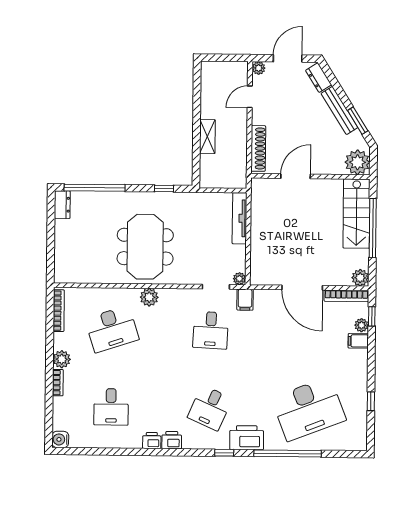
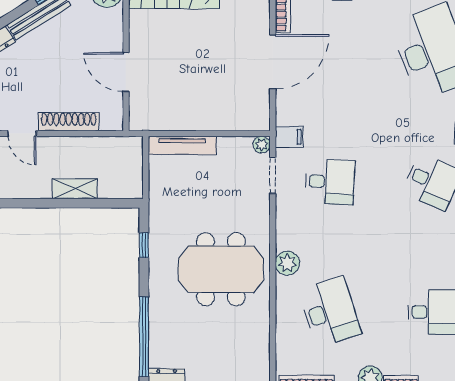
shoe rack: (258, 148) -> (69, 122), moved

